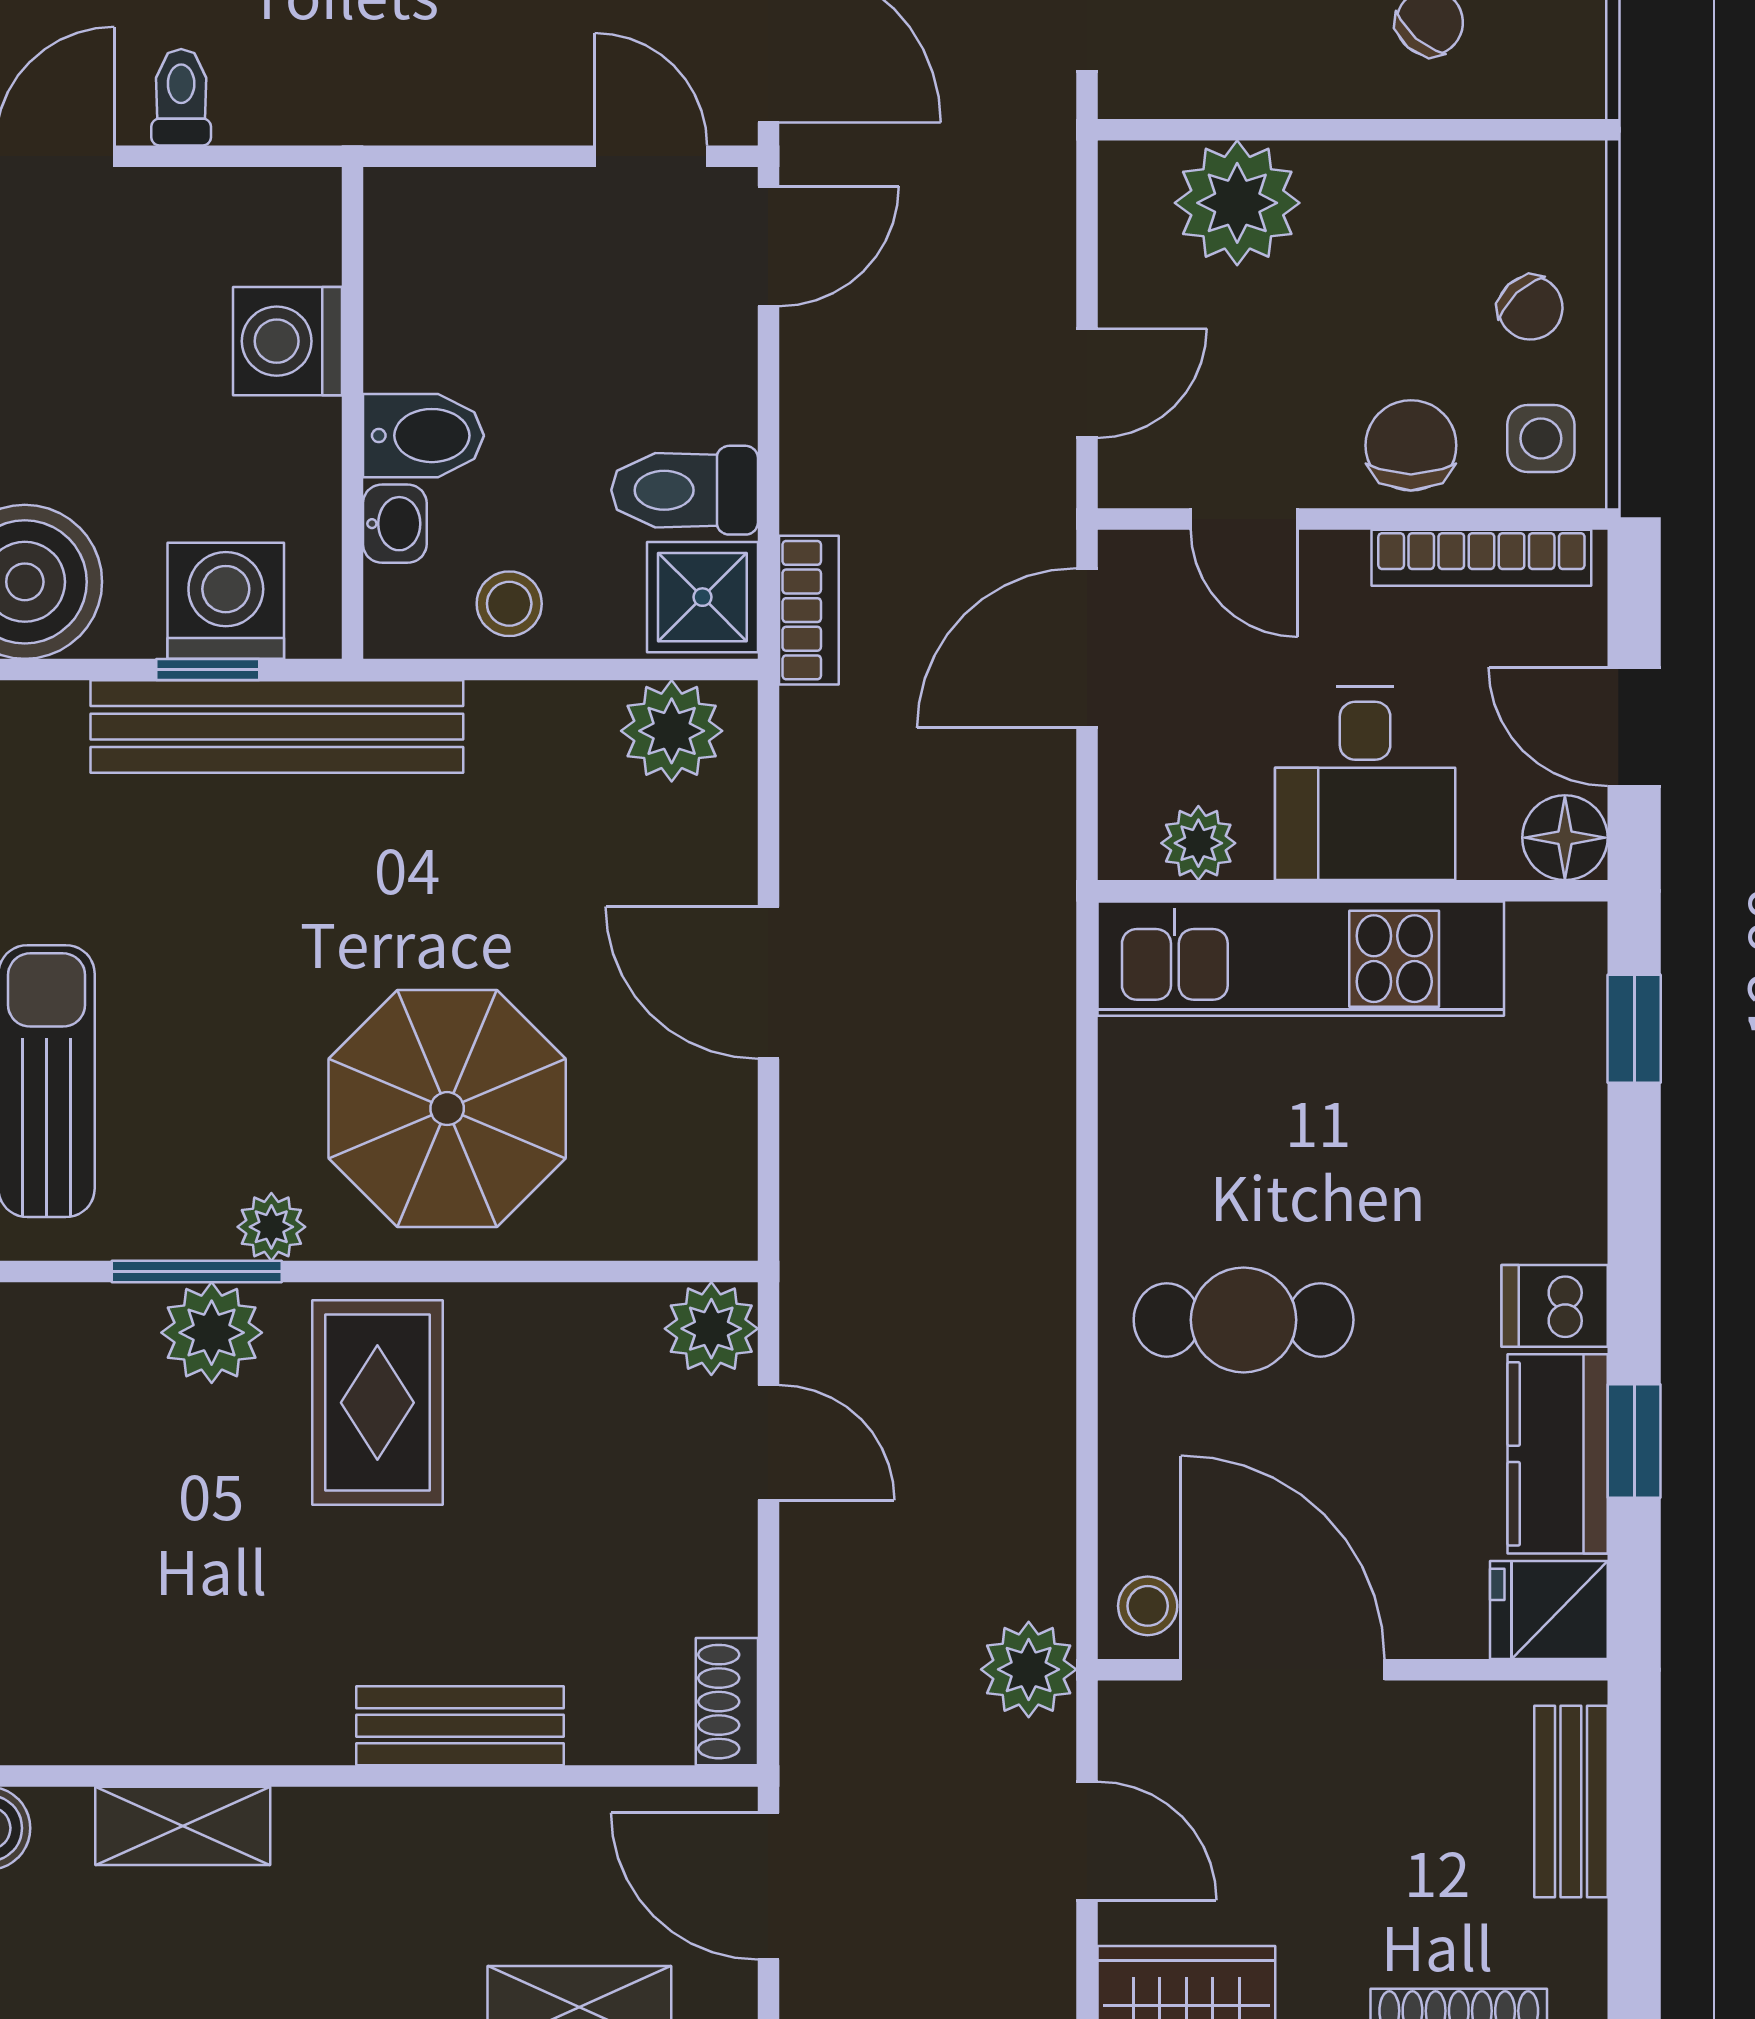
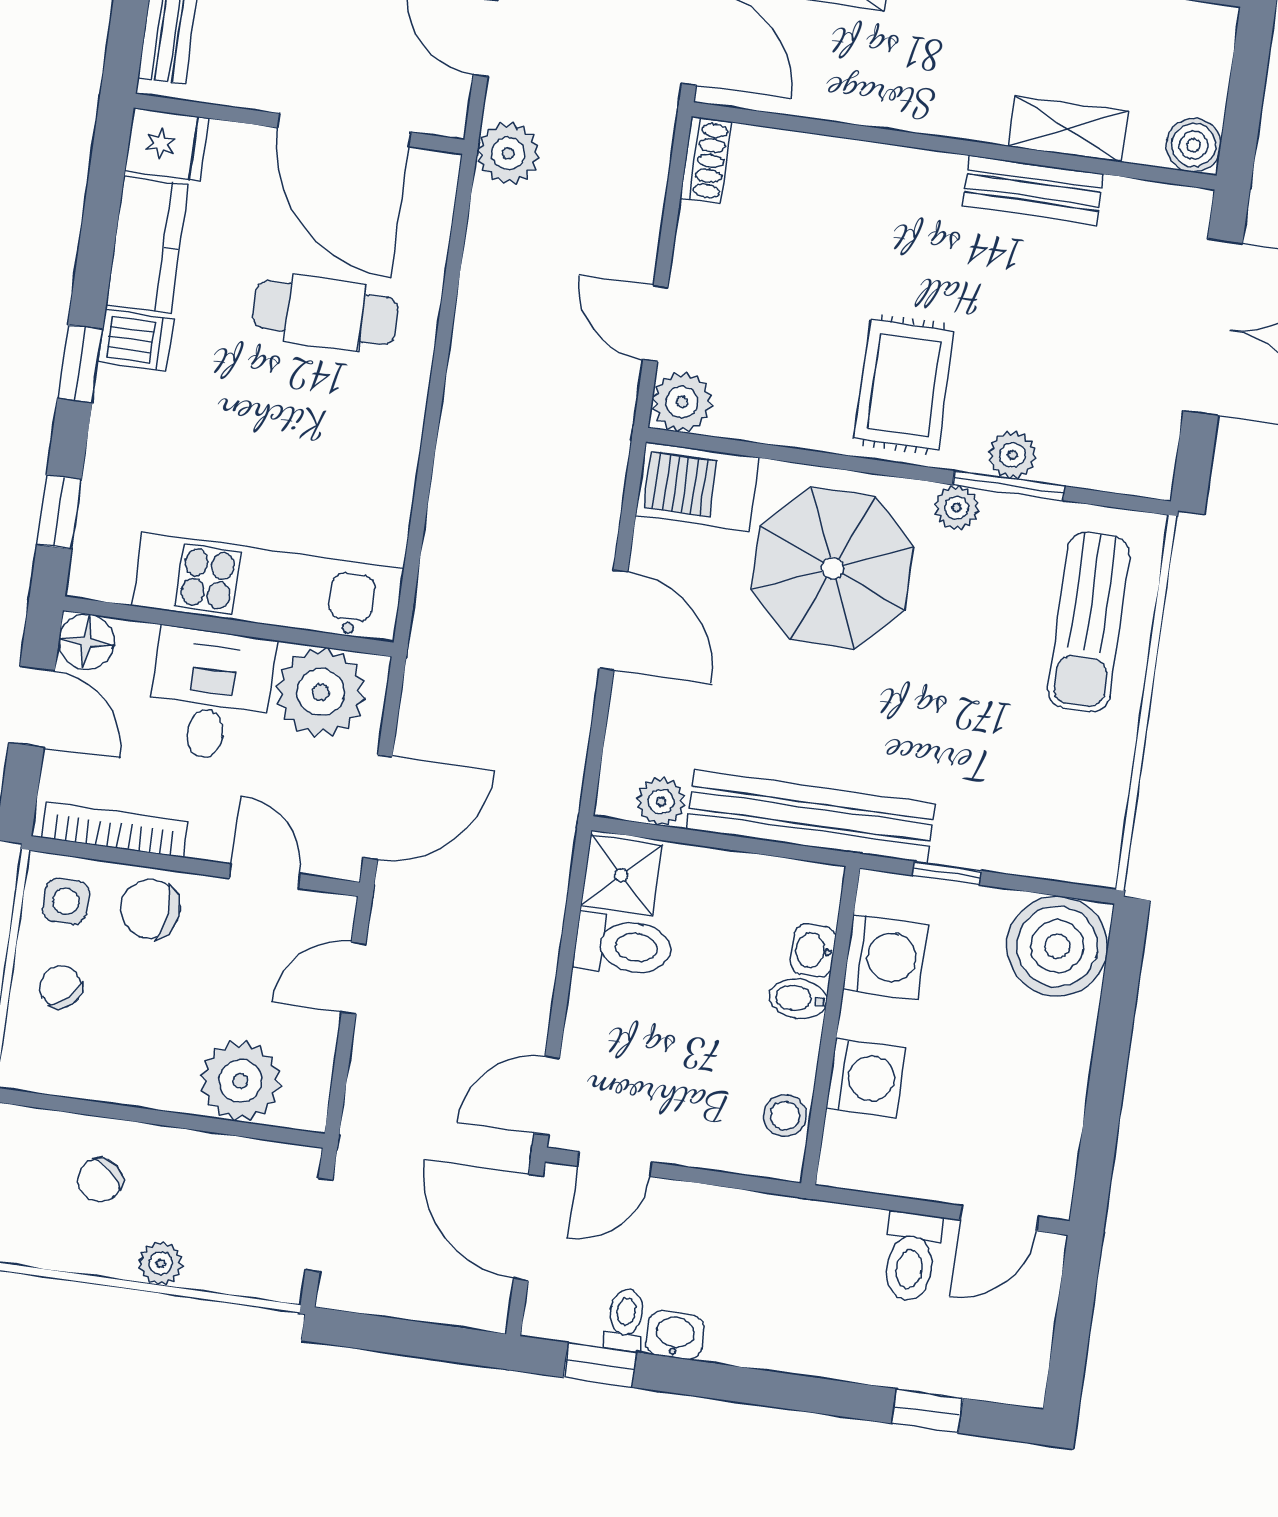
toilet: (181, 97) -> (911, 1257), width x1.37, depth x1.39
door: (651, 156) -> (615, 1164), hinge flipped
bidet: (423, 436) -> (798, 999), width x0.72, depth x0.74
chair: (1411, 445) -> (150, 909), turned 96
washing machine: (226, 601) -> (885, 957), moved, turned -90
stool: (509, 604) -> (785, 1116), moved
bookcase: (809, 610) -> (554, 857), removed
bench: (277, 727) -> (810, 816), moved
plant: (672, 731) -> (661, 802), width x0.73, depth x0.73
plant: (1198, 843) -> (321, 692), width x1.88, depth x1.88
barbecue: (670, 1204) -> (697, 487), added
cafe table: (1244, 1320) -> (325, 313), moved
plant: (212, 1333) -> (1012, 455), width x0.73, depth x0.73
window: (1634, 1441) -> (80, 363), moved
stool: (1148, 1606) -> (425, 184), removed
bench: (460, 1726) -> (1033, 190), moved

